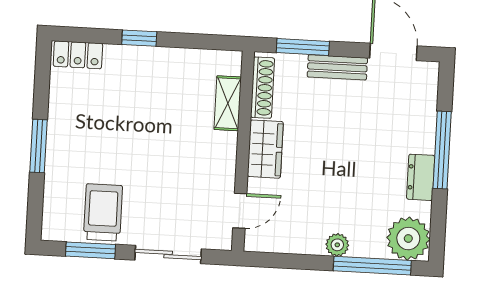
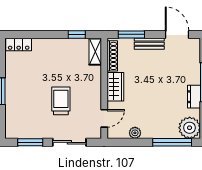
window: (139, 38) -> (77, 34), moved
shelving: (228, 103) -> (95, 52), moved
trolley: (103, 212) -> (61, 101), moved
plant: (337, 245) -> (135, 133), moved

